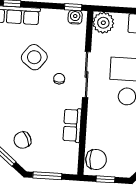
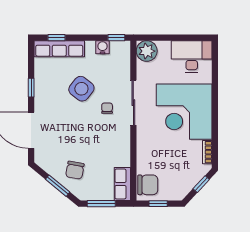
water cooler: (75, 17) -> (103, 47), moved
row of seats: (72, 125) -> (122, 184), moved
chair: (22, 140) -> (75, 170), turned -56

